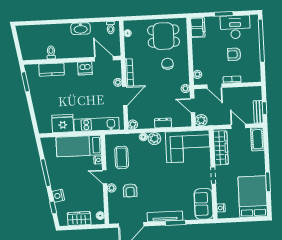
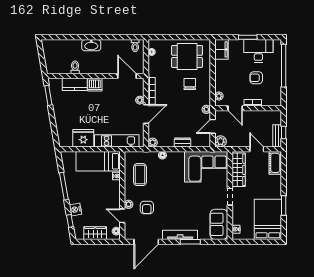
washbasin: (81, 29) -> (91, 45), moved
dishwasher: (85, 68) -> (95, 85), moved
door: (193, 105) -> (213, 126), hinge flipped
plant: (154, 139) -> (173, 157), removed
door: (105, 177) -> (122, 216), moved

